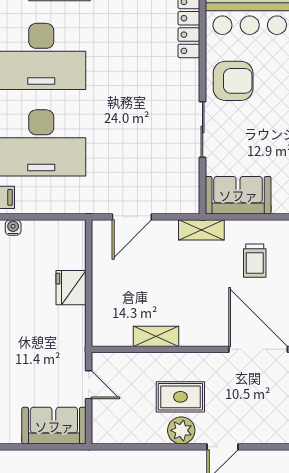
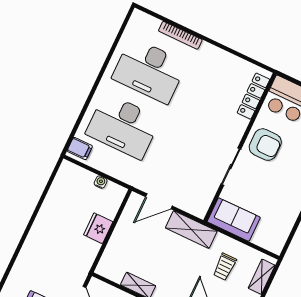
water cooler: (13, 227) -> (101, 182), moved
shelving: (201, 230) -> (191, 230), width x1.50, depth x1.33

